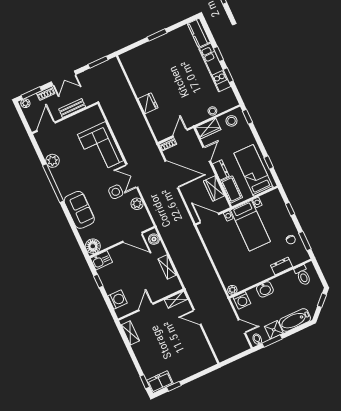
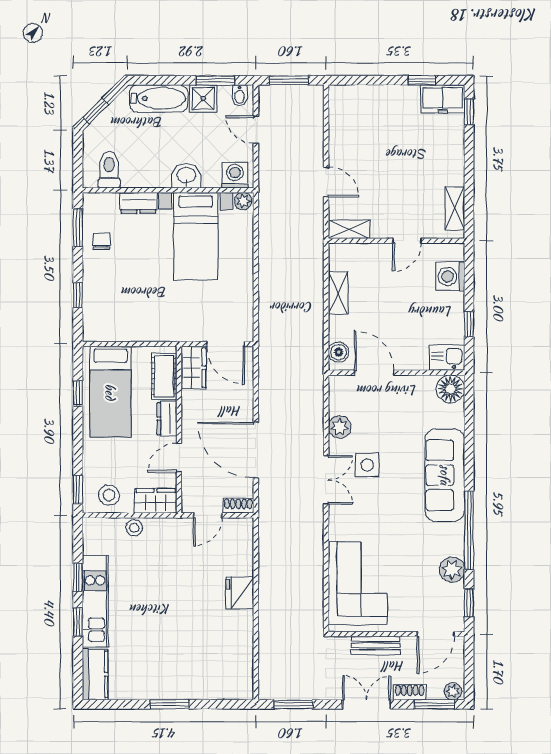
corner sofa: (101, 148) -> (358, 583), moved
window: (37, 149) -> (469, 603), added
wardrobe: (214, 188) -> (194, 368), moved
sofa: (79, 210) -> (445, 475), width x1.36
bed with nightstands: (250, 226) -> (196, 236), moved, turned 180
window: (237, 357) -> (289, 80), added

